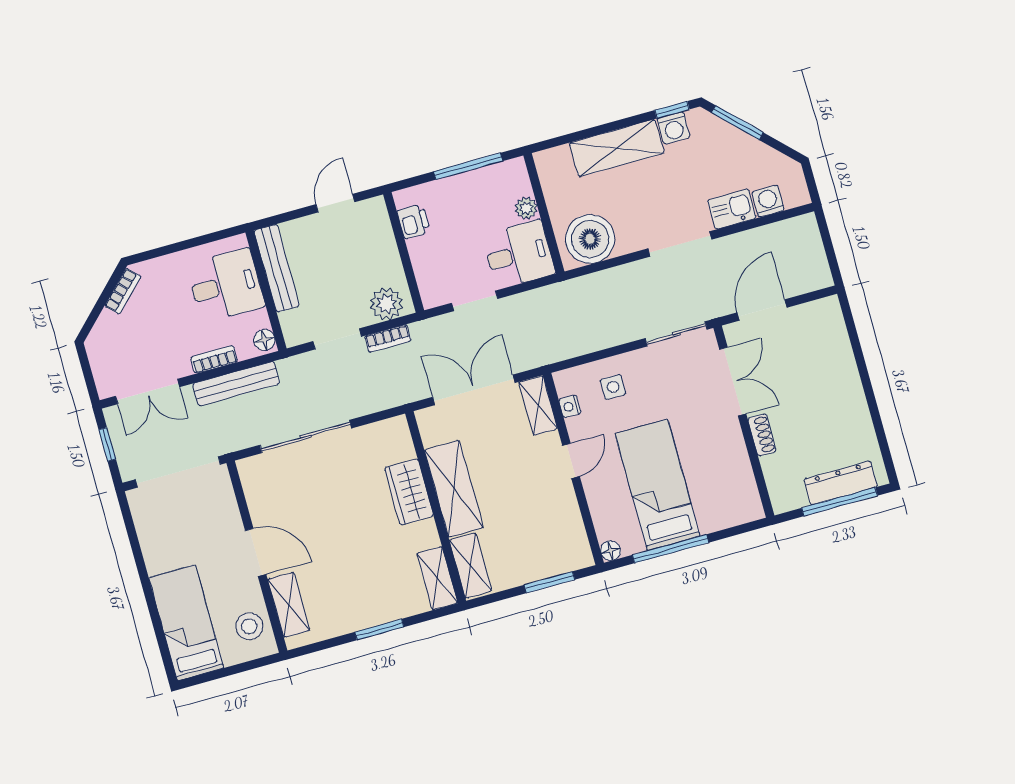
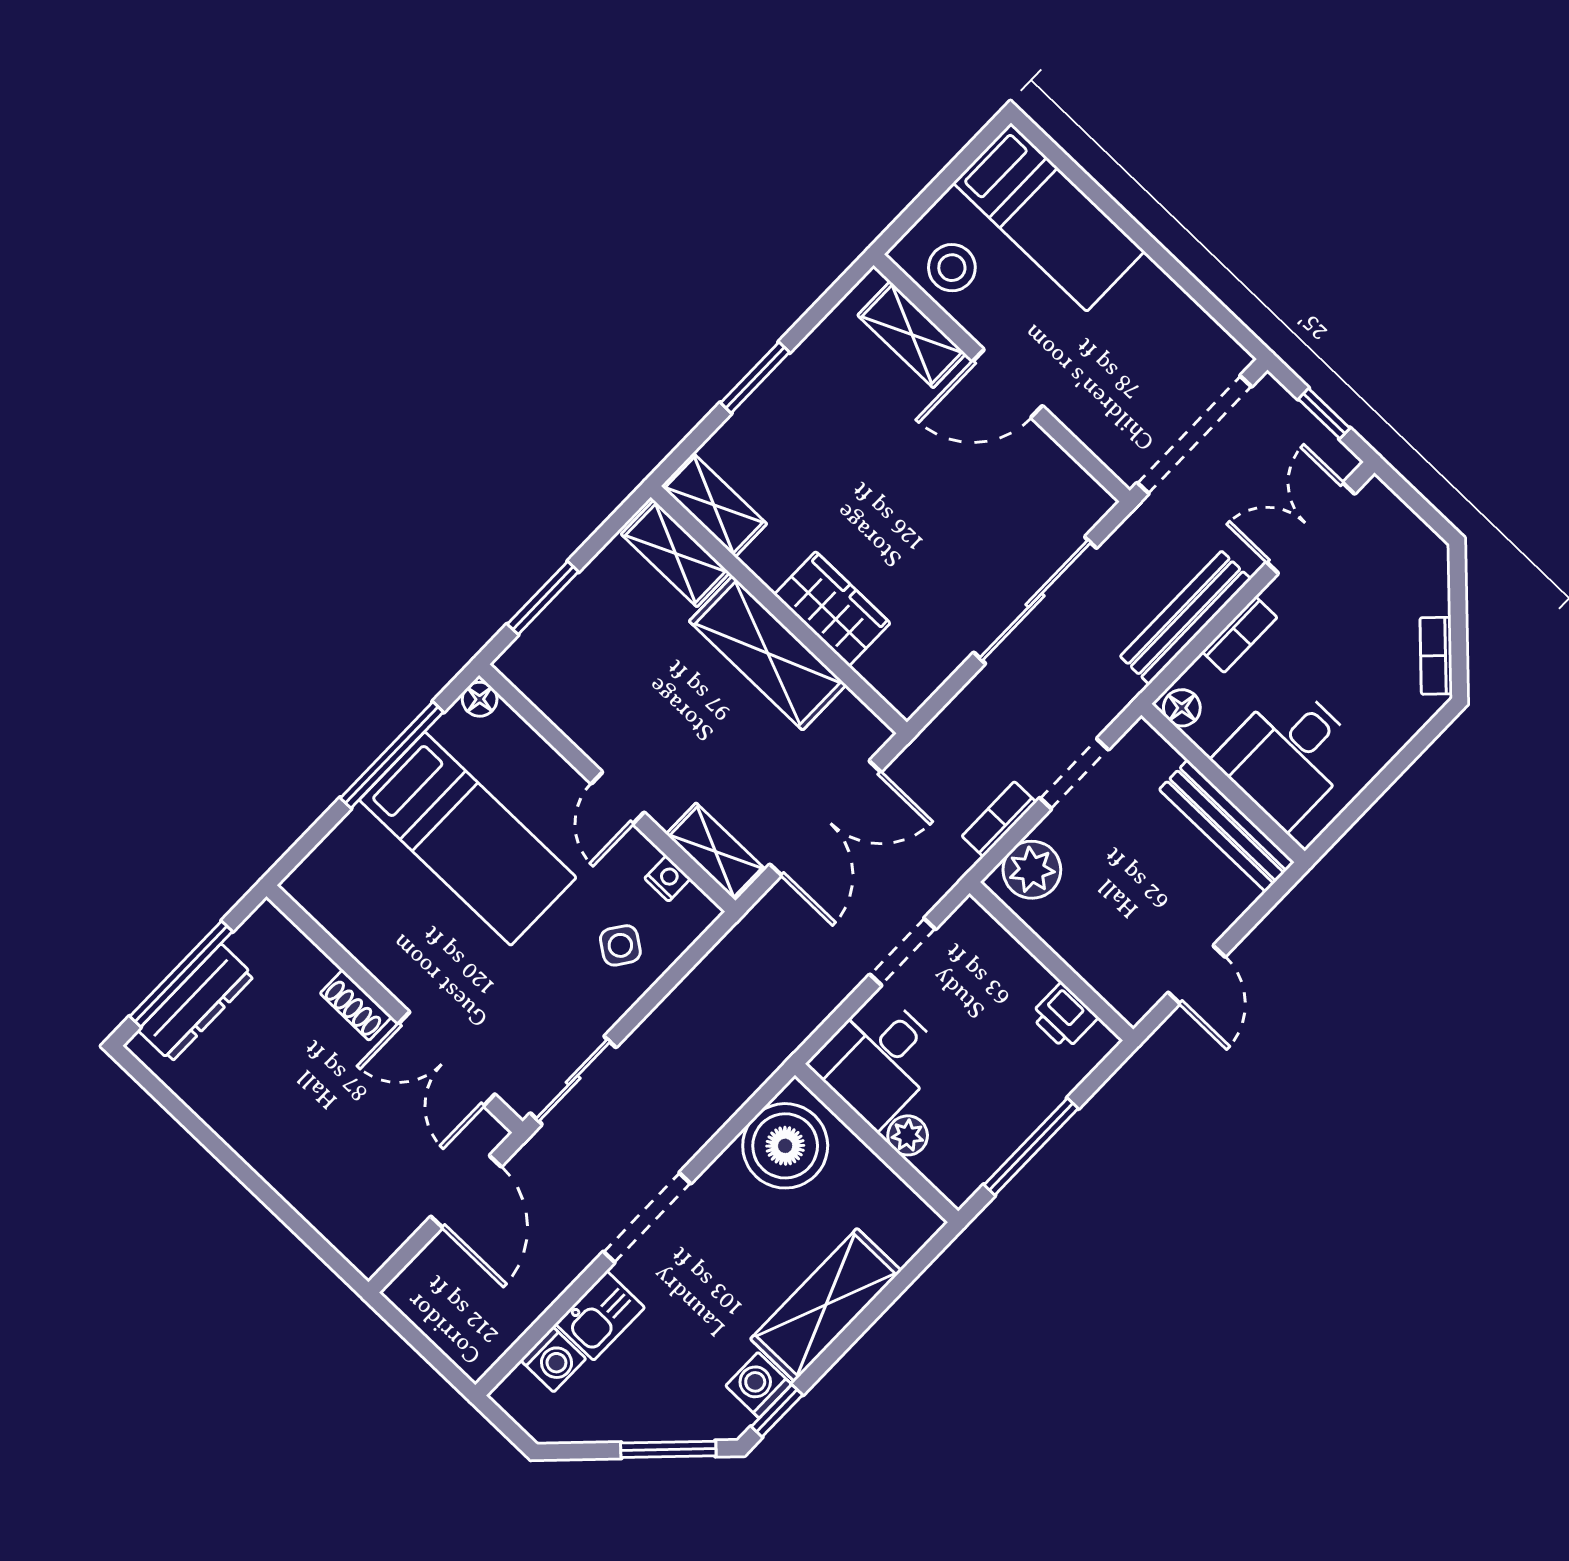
side table: (613, 387) -> (620, 945), turned 35

